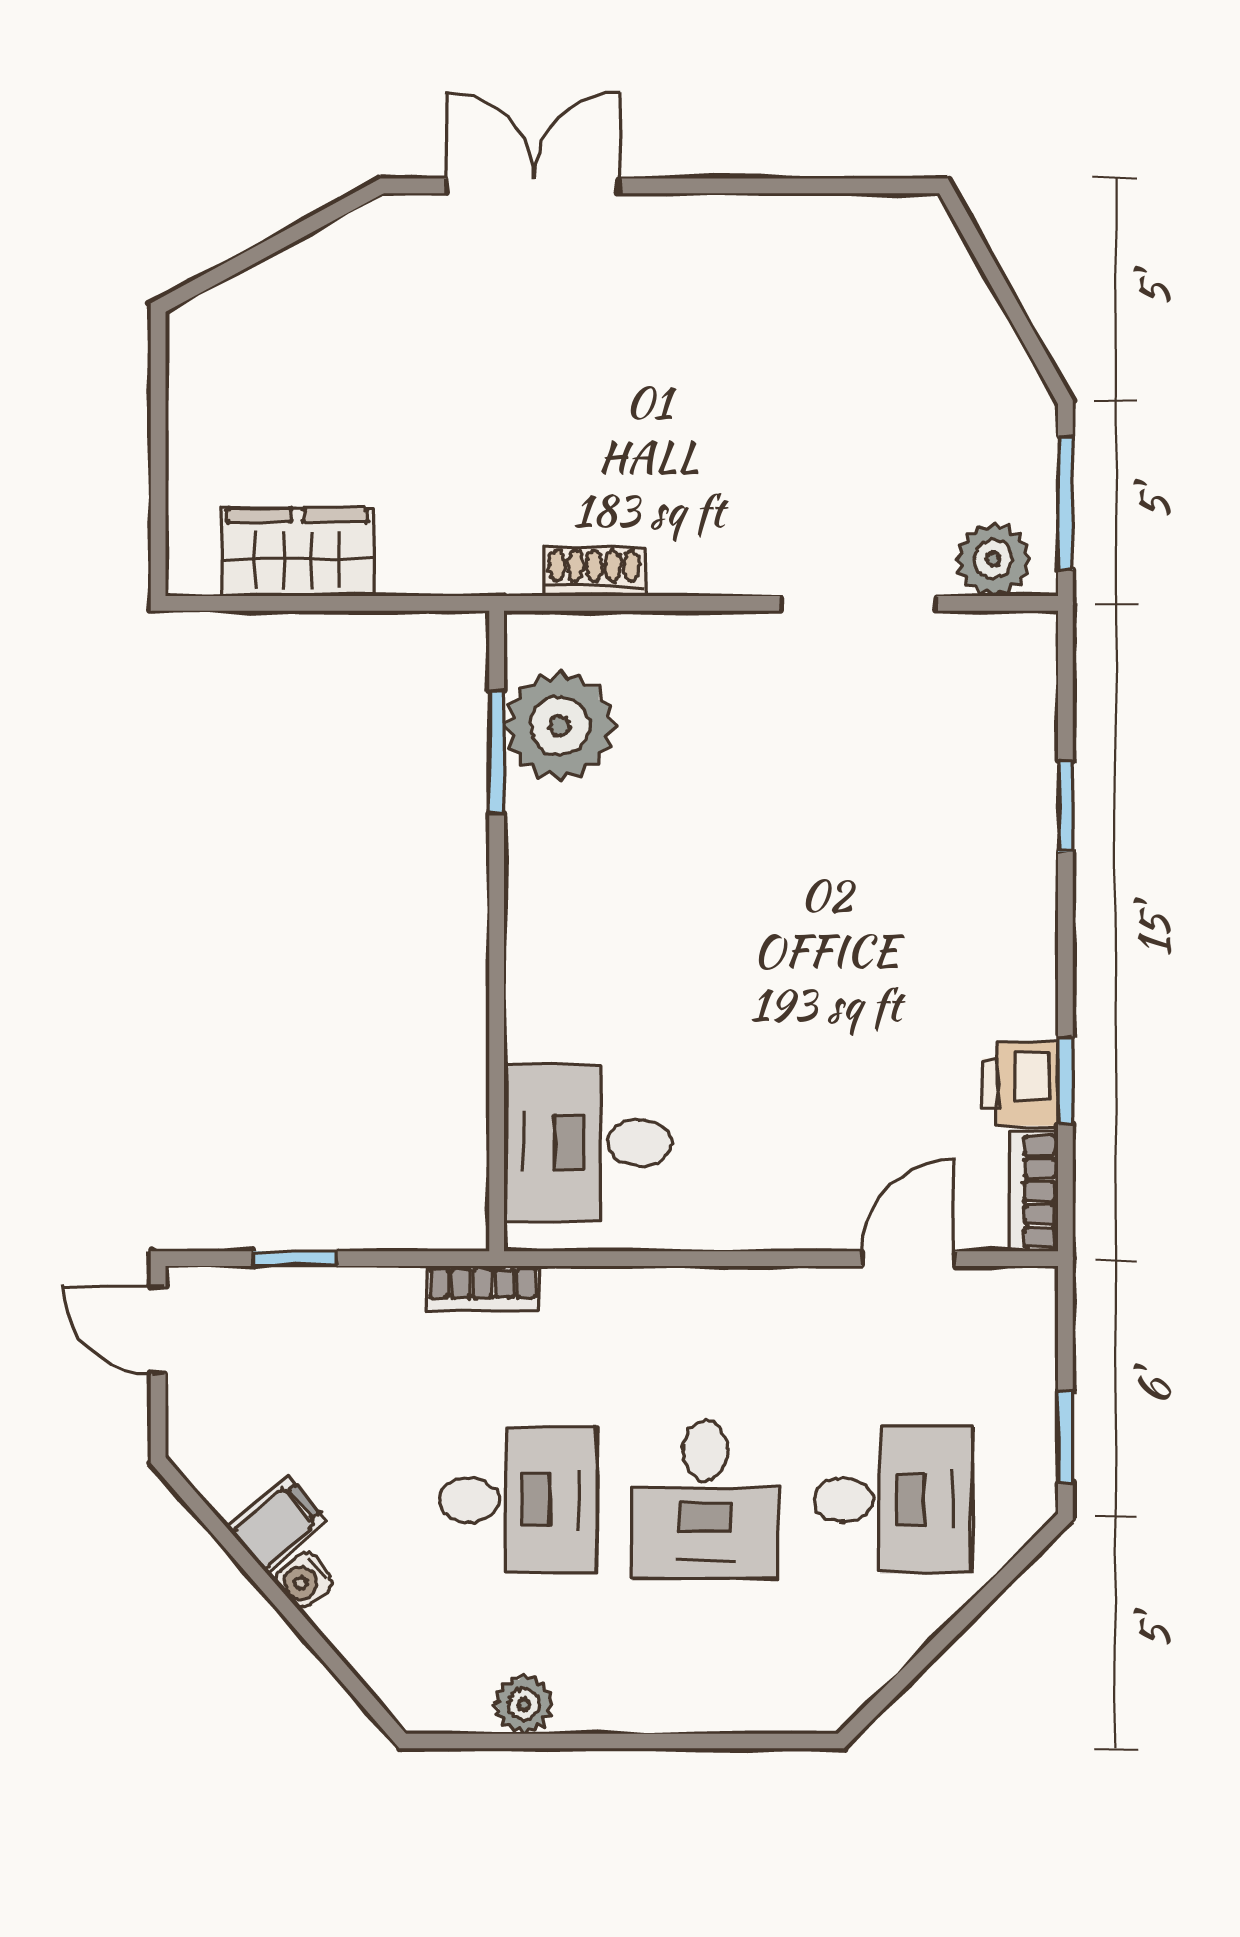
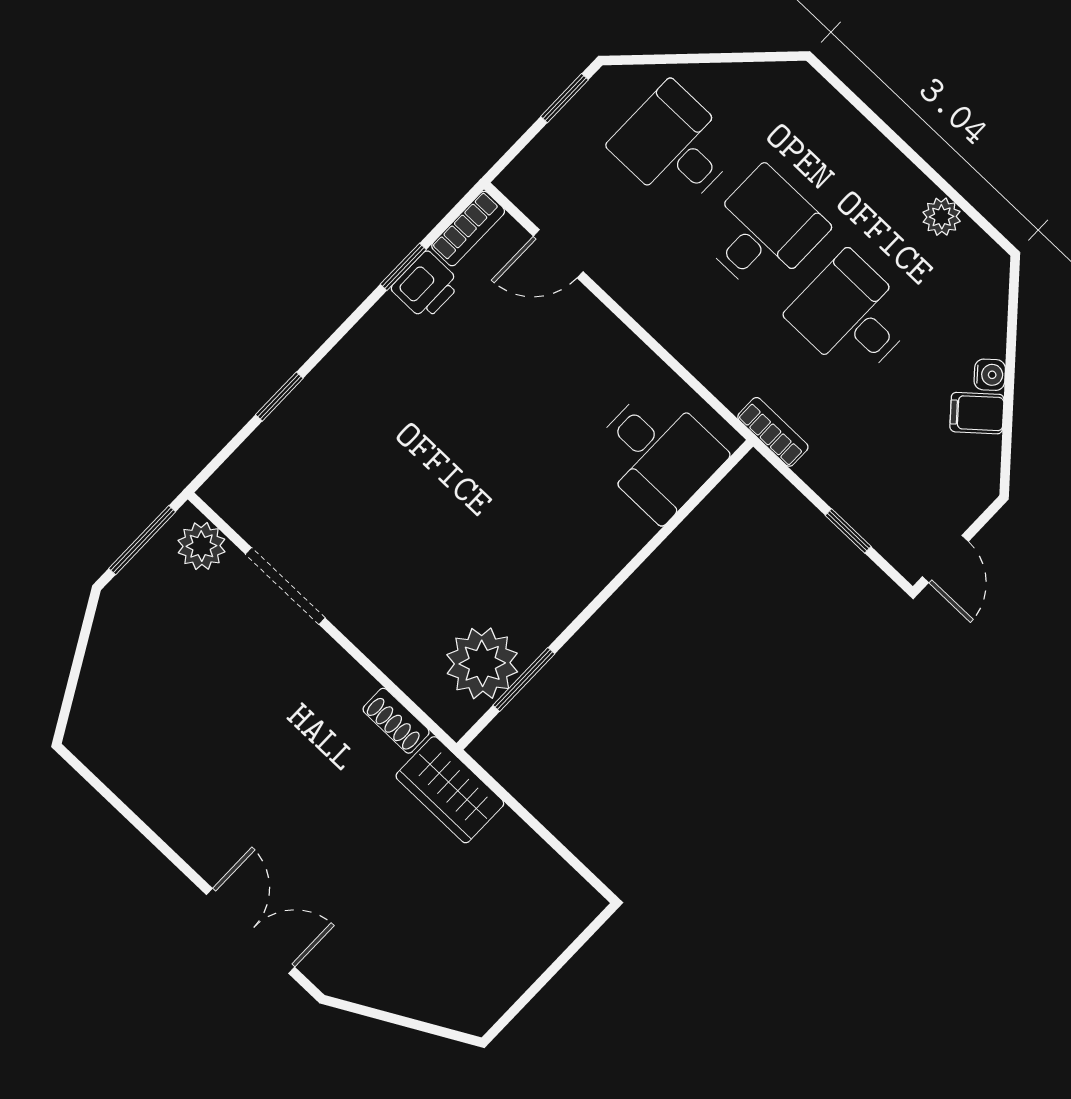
double door: (533, 186) -> (251, 931), swing flipped
wardrobe: (297, 552) -> (450, 790), moved

